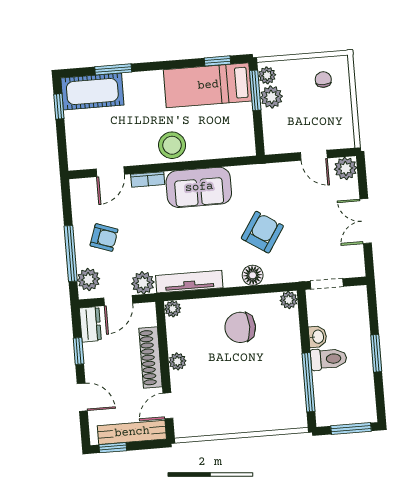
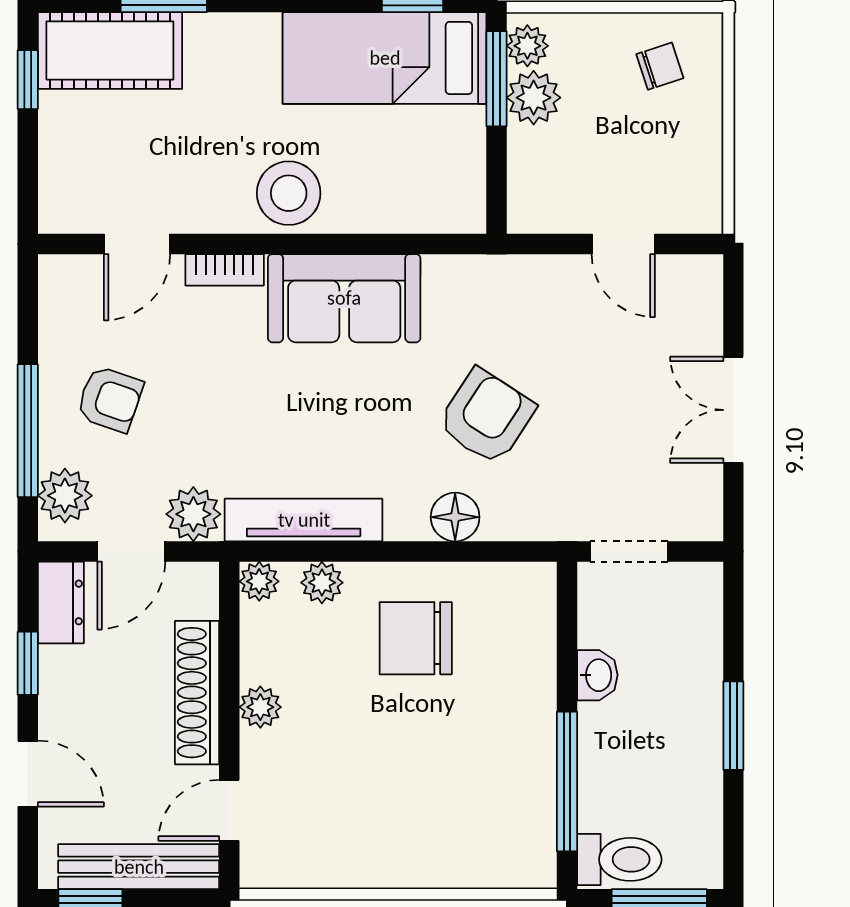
chair: (323, 80) -> (660, 66), turned 72
plant: (346, 168) -> (696, 281), removed
plant: (289, 300) -> (322, 583), moved
toilet: (329, 359) -> (619, 859), moved

